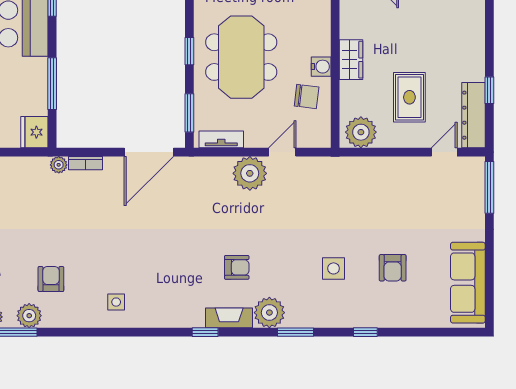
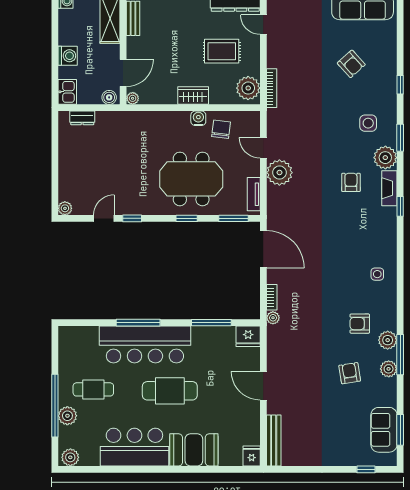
bookcase: (361, 163) -> (272, 88), added
side table: (334, 268) -> (368, 123), moved
armchair: (393, 268) -> (351, 64), turned 48

